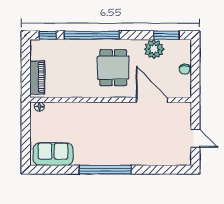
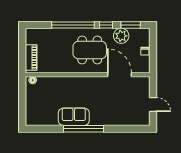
window: (48, 35) -> (106, 25), moved
dining table: (113, 68) -> (90, 50), width x1.38
sofa: (53, 154) -> (74, 117), moved

